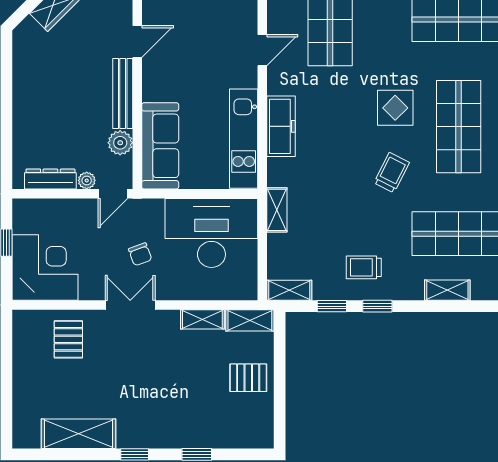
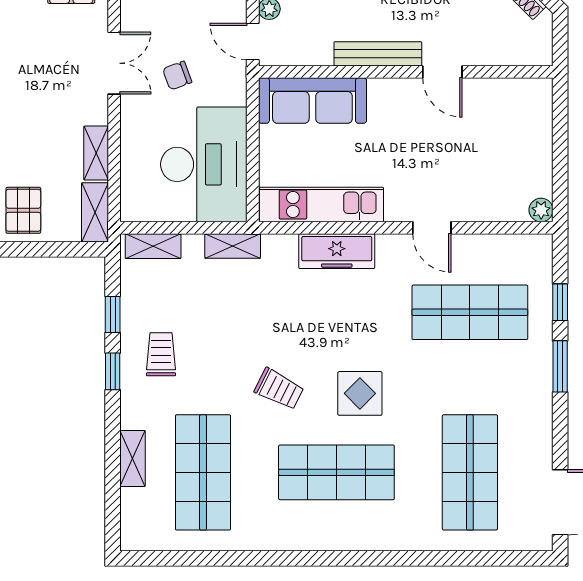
plant: (120, 143) -> (316, 51), removed
shelving: (289, 290) -> (153, 246), moved, turned 90

